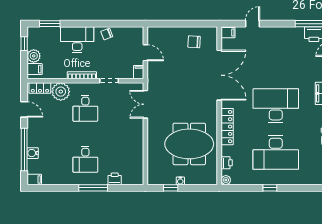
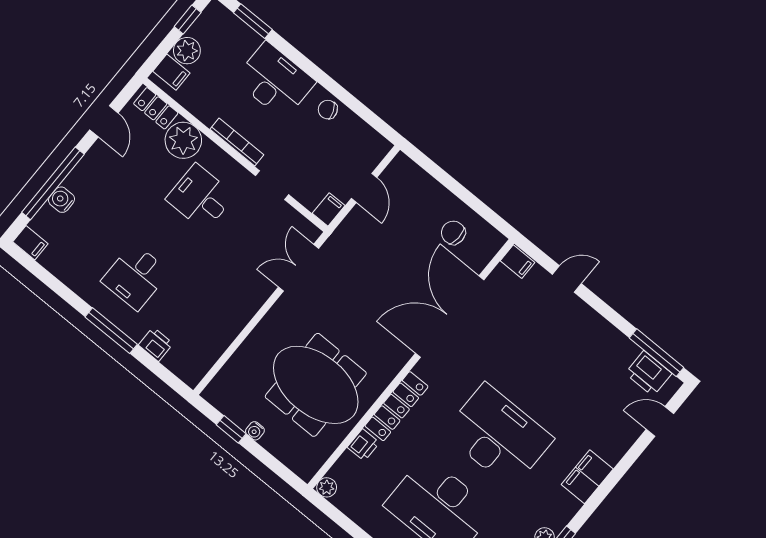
double door: (219, 75) -> (450, 317), swing flipped
desk: (85, 108) -> (200, 197), turned 90
printer: (227, 163) -> (363, 445), moved

